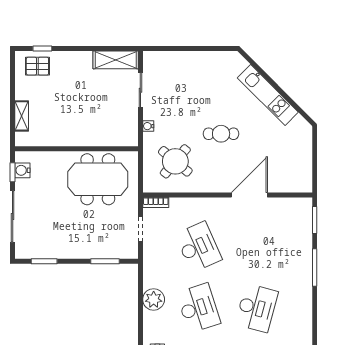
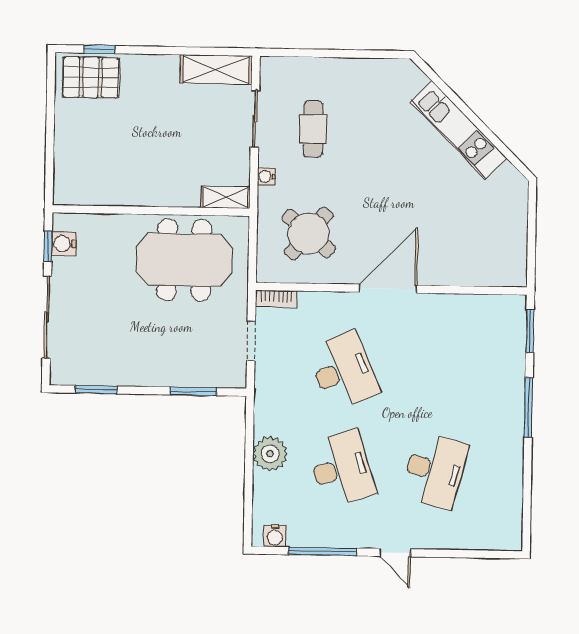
pallet: (37, 66) -> (91, 77), width x1.50, depth x1.42
shelving: (22, 116) -> (226, 197), moved, turned 90
cafe table: (221, 134) -> (313, 129), moved, turned 90
door: (249, 195) -> (388, 289), moved

